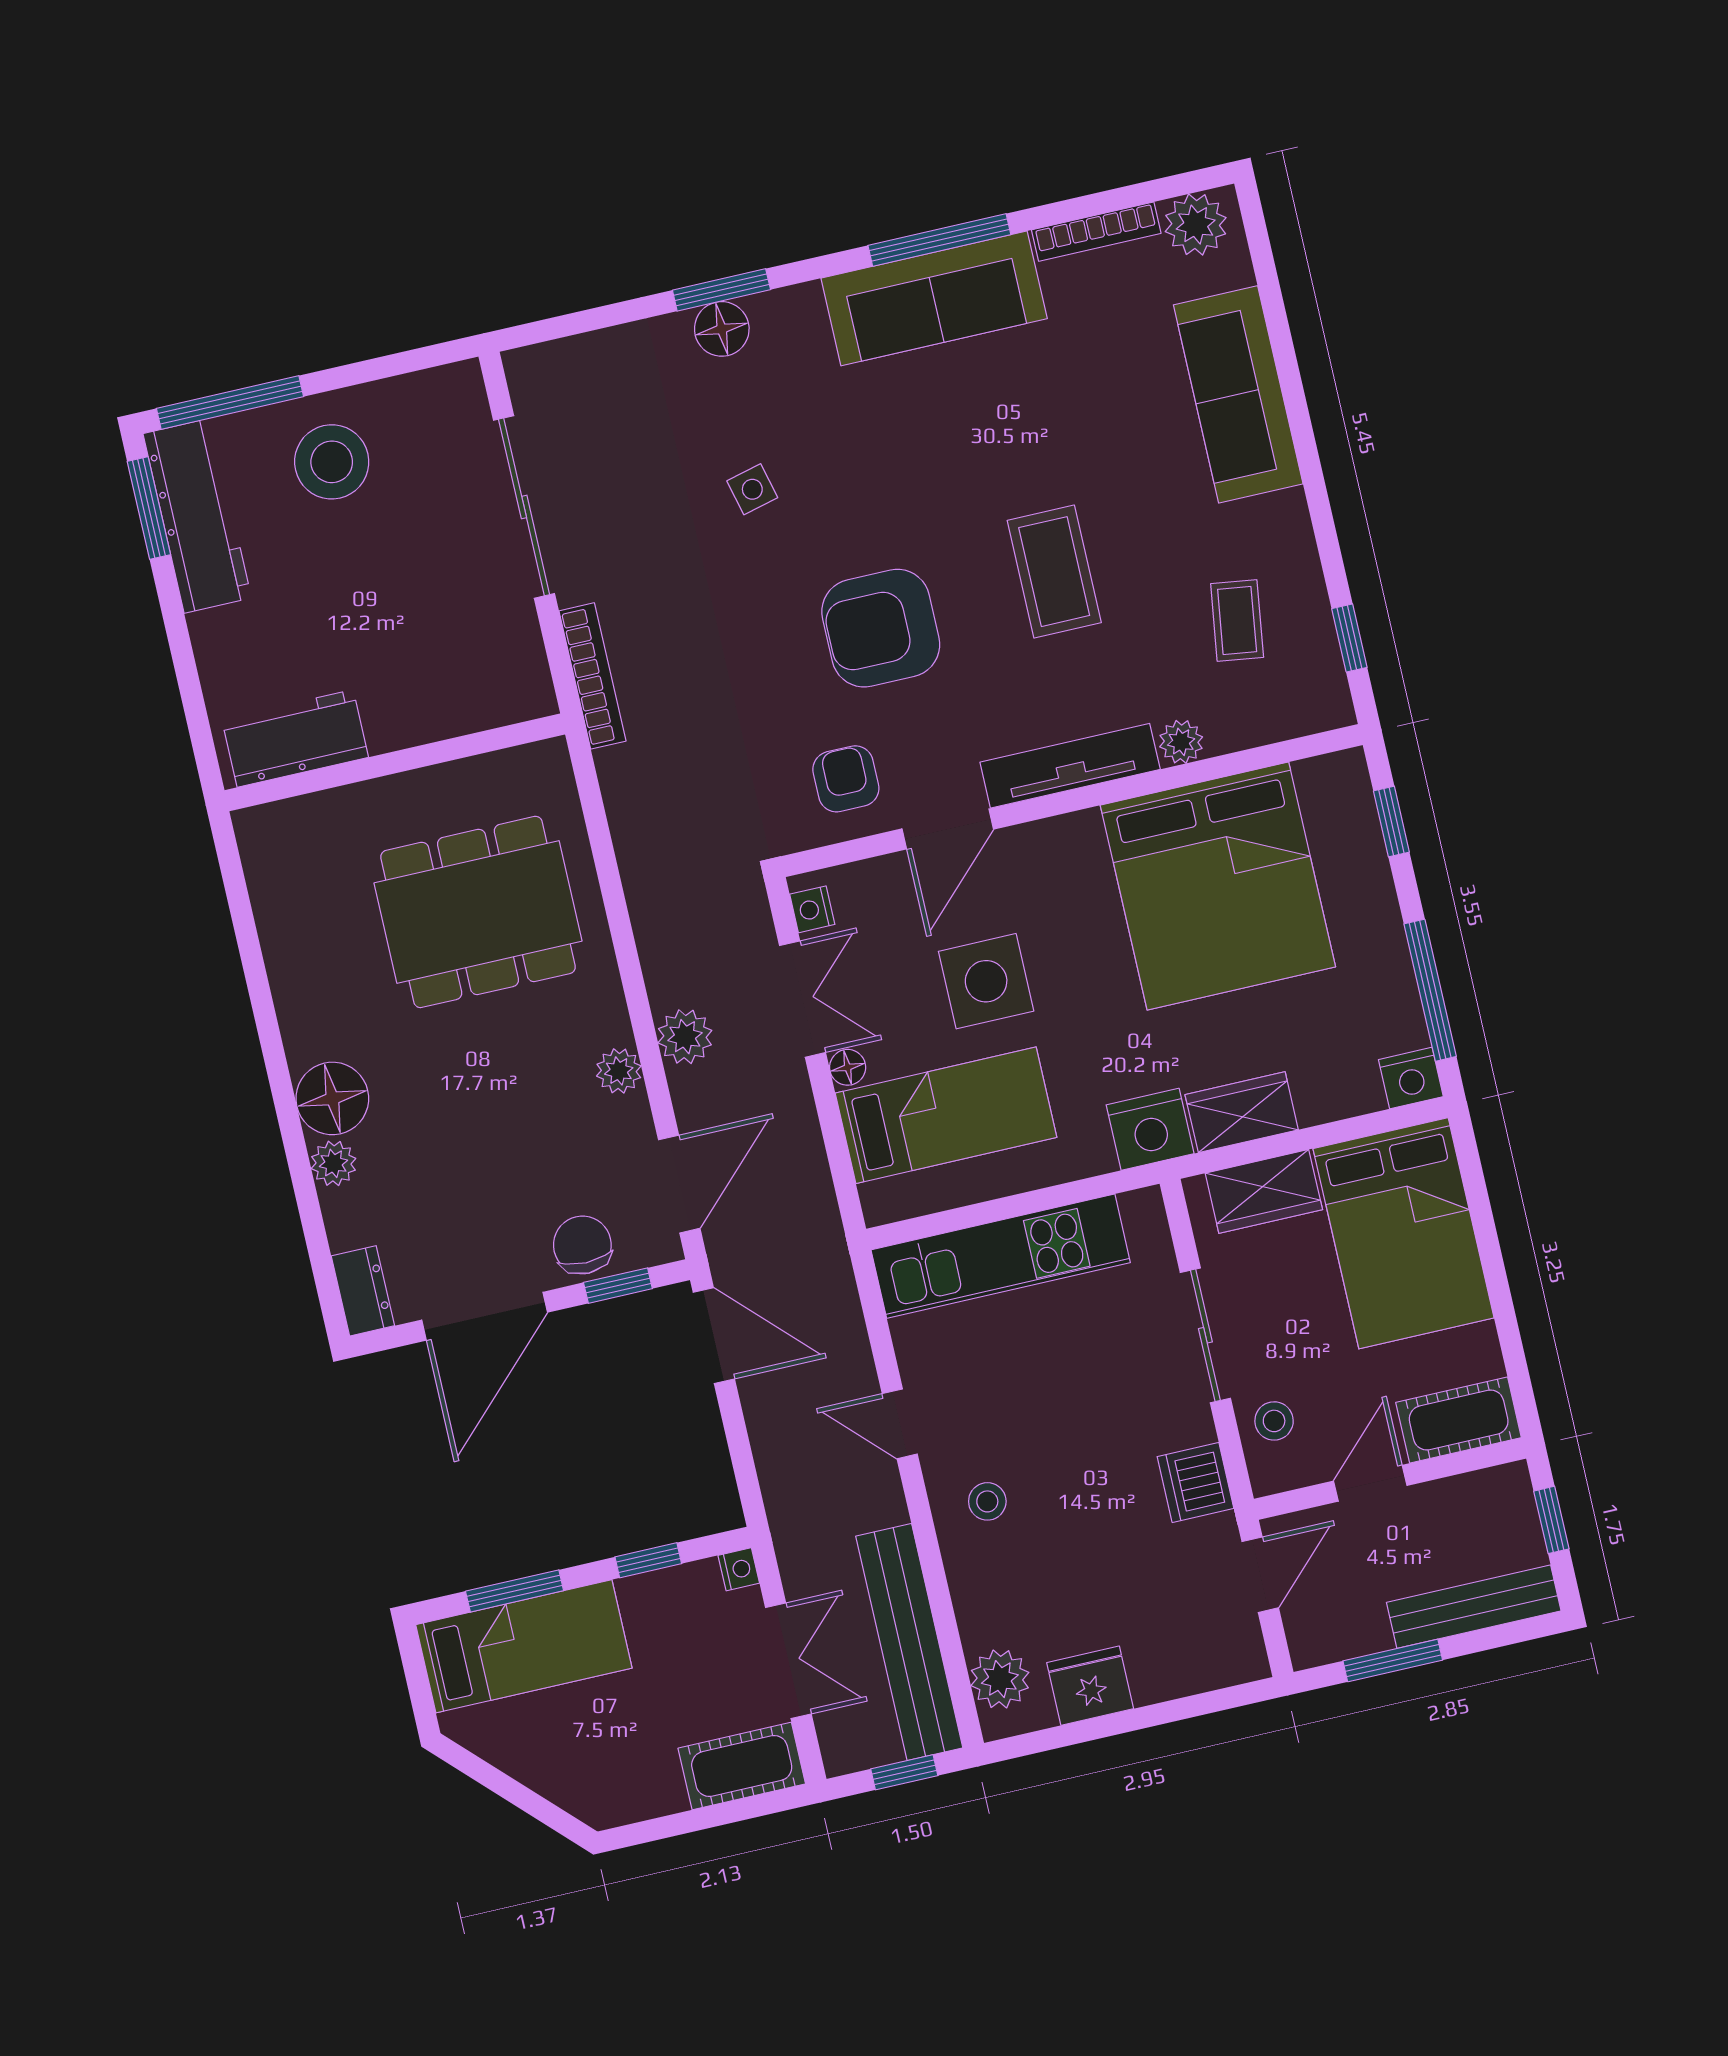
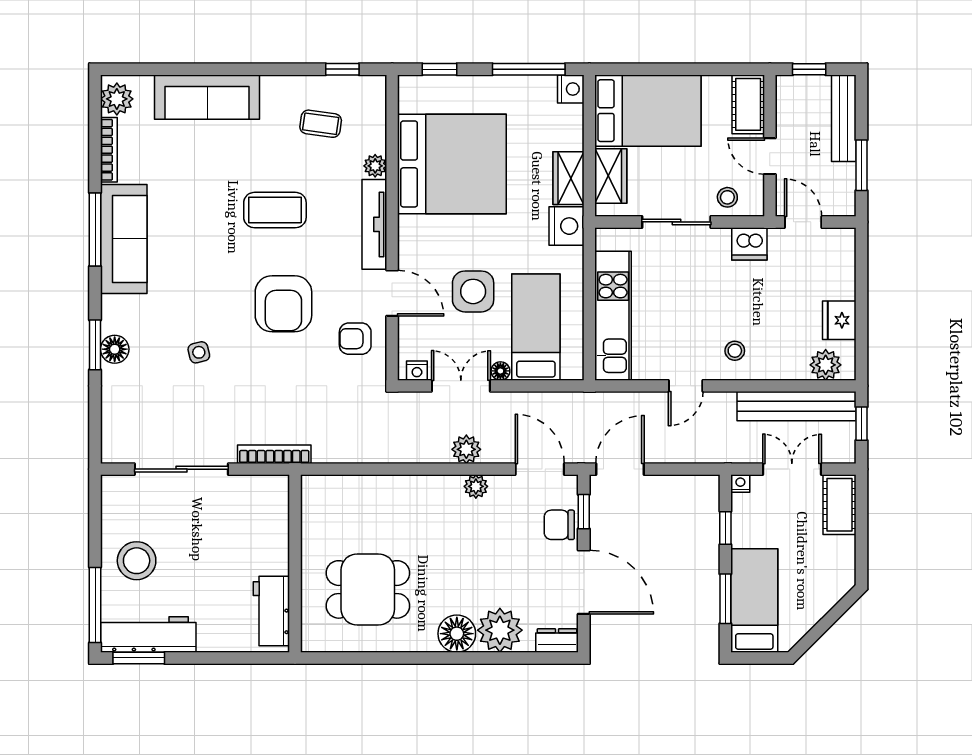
dining table: (478, 912) -> (368, 589), moved, width x0.73
plant: (334, 1163) -> (500, 630), width x1.87, depth x1.87

